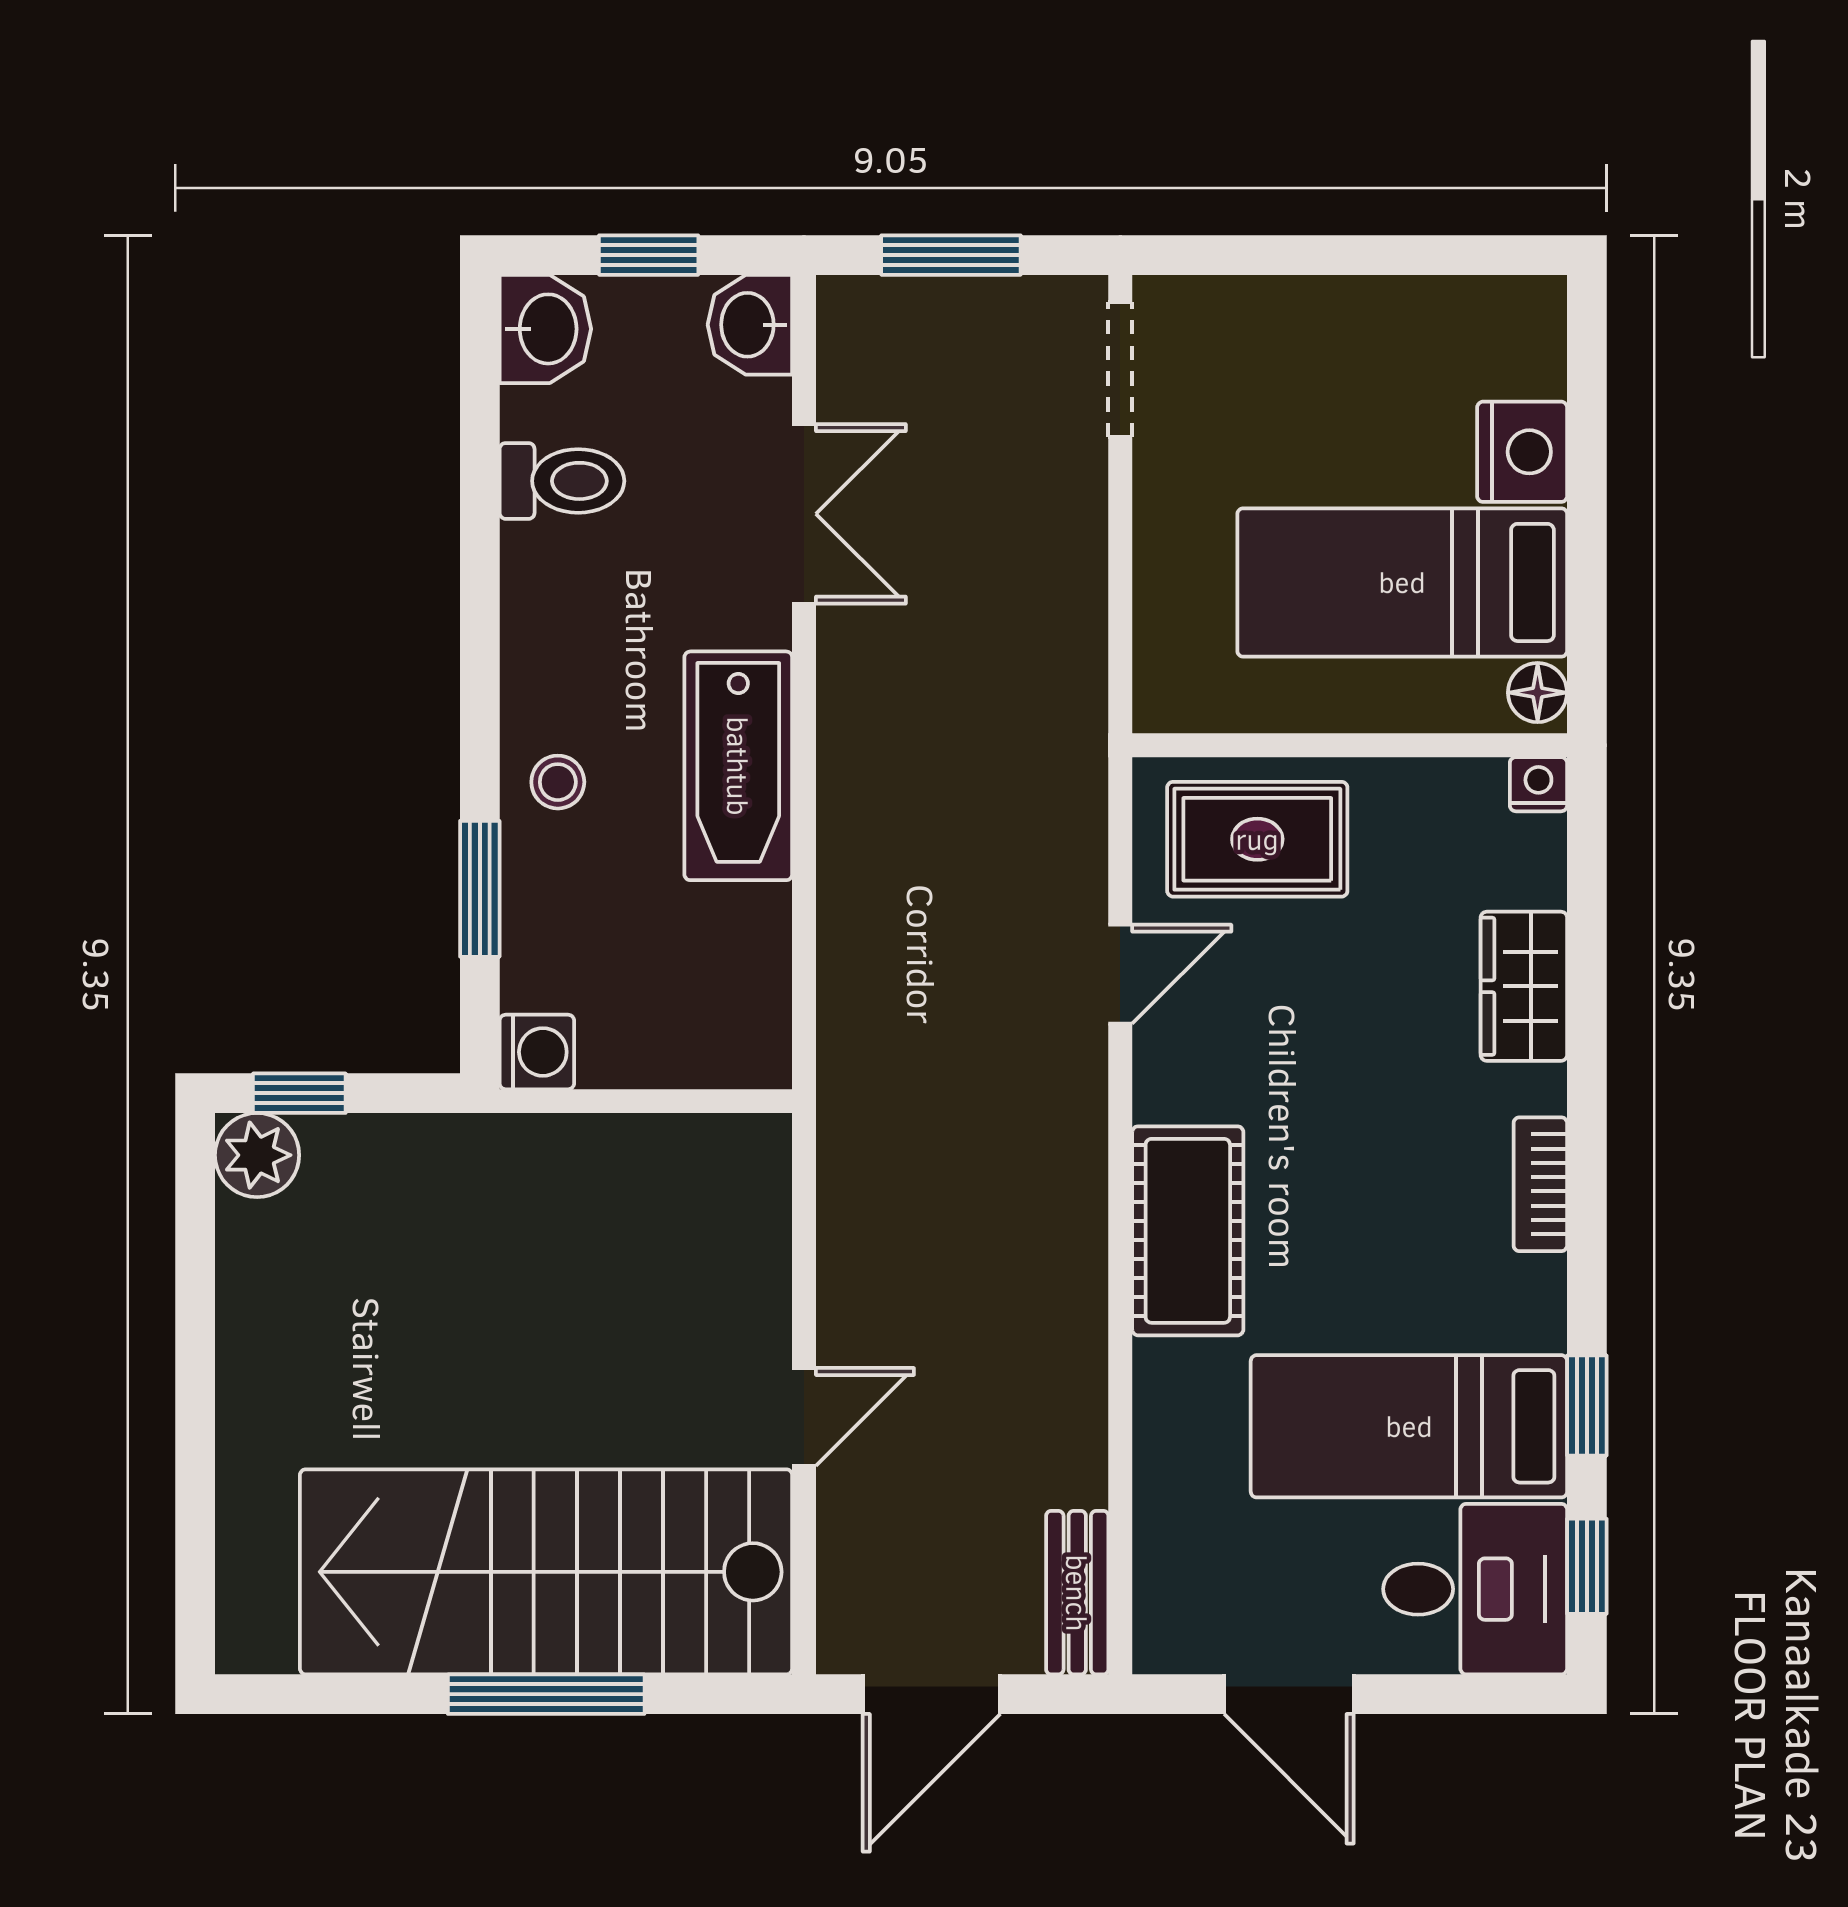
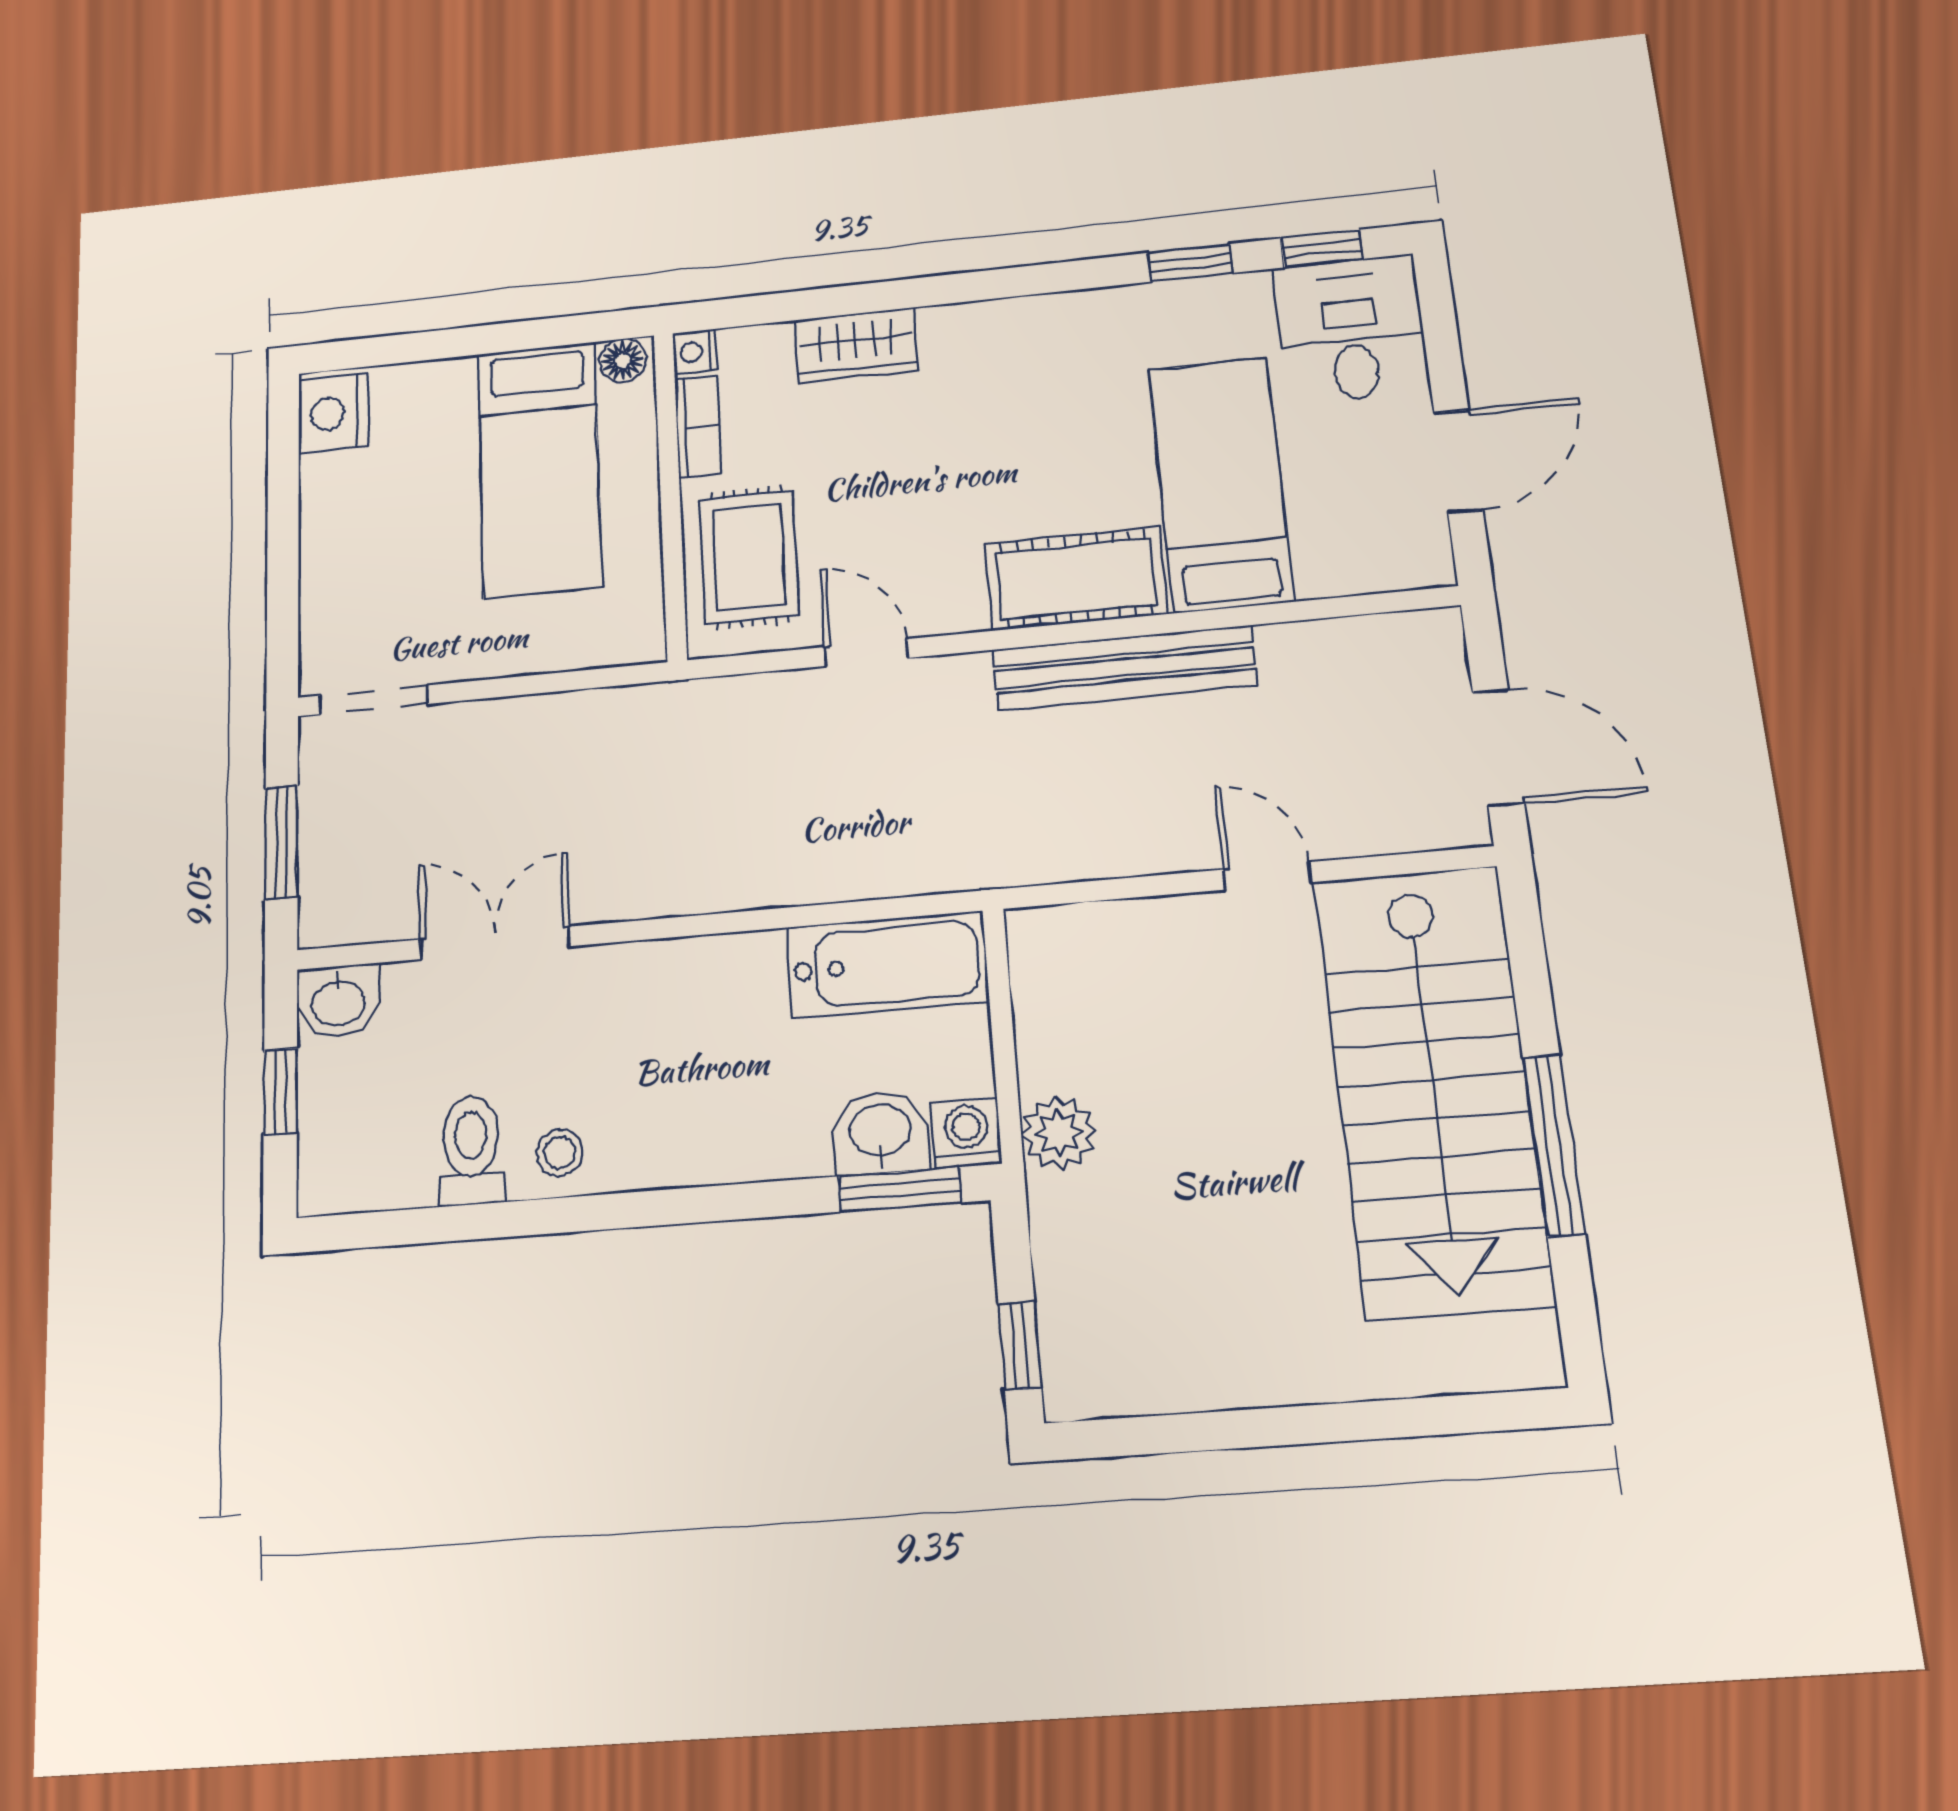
washbasin: (545, 329) -> (880, 1133), moved
nightstand: (1522, 452) -> (333, 413), moved, turned -90
bathtub: (738, 766) -> (887, 965), moved
stool: (558, 782) -> (560, 1153), moved
window: (480, 889) -> (900, 1189), moved
plant: (257, 1155) -> (1059, 1133), moved
bookcase: (1540, 1184) -> (698, 427), moved, turned -90
bed: (1409, 1426) -> (1221, 484), moved, turned 180
bench: (1077, 1593) -> (1125, 668), moved, width x1.86, depth x1.21
window: (546, 1694) -> (1554, 1145), moved

